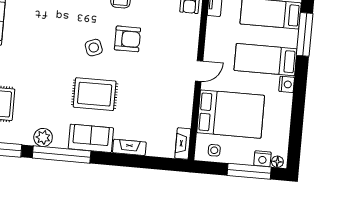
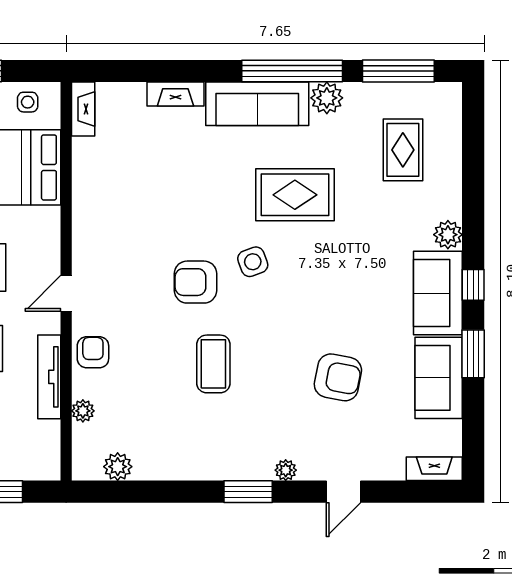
door: (199, 71) -> (66, 293), moved
rug: (95, 94) -> (295, 195), moved
sofa: (91, 138) -> (257, 104), width x1.36

